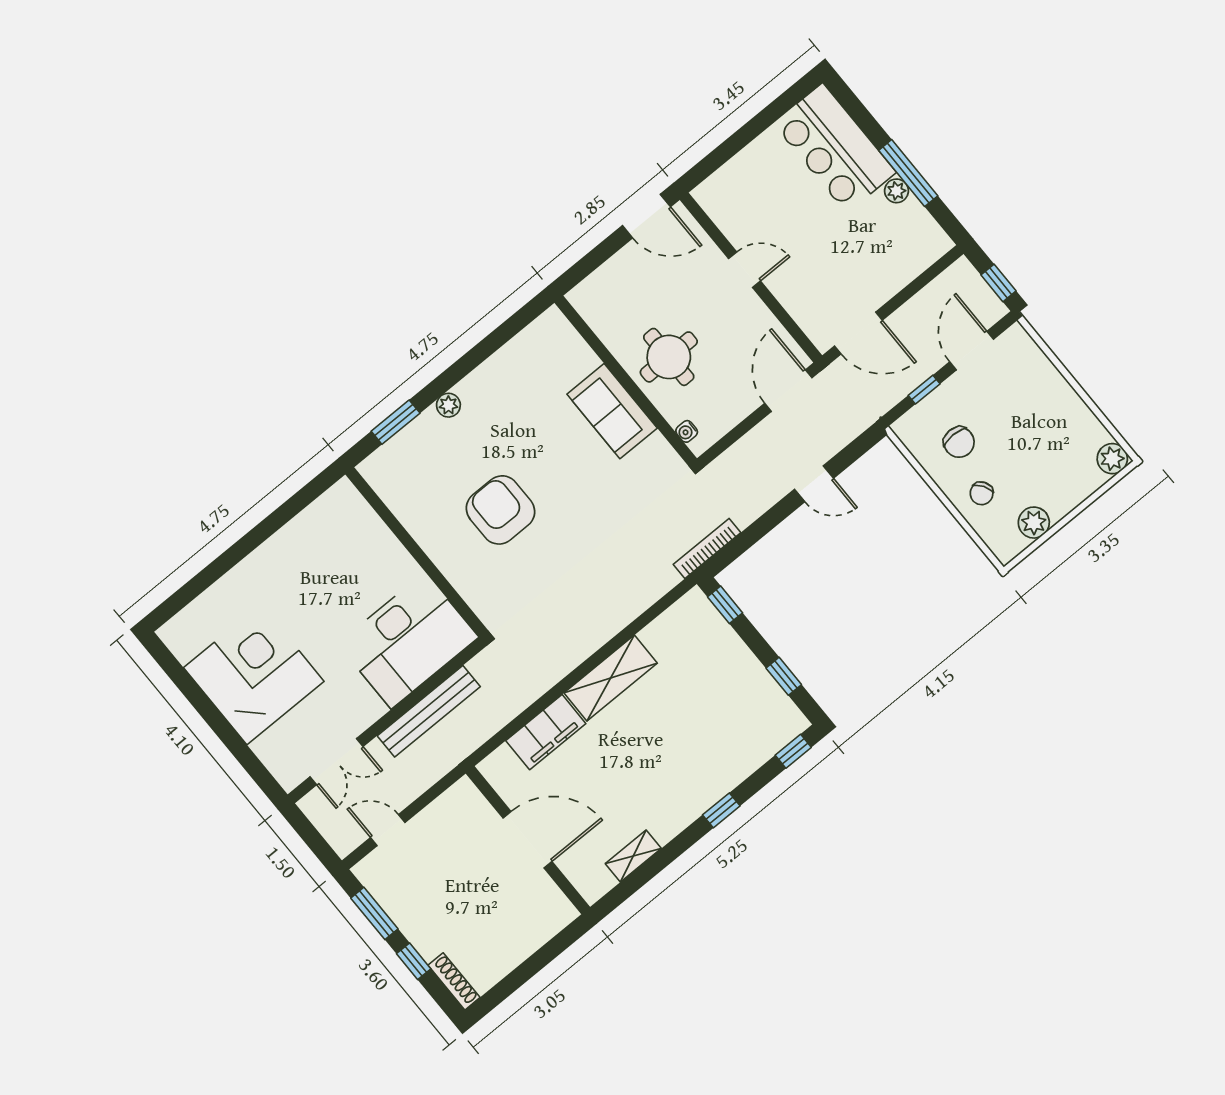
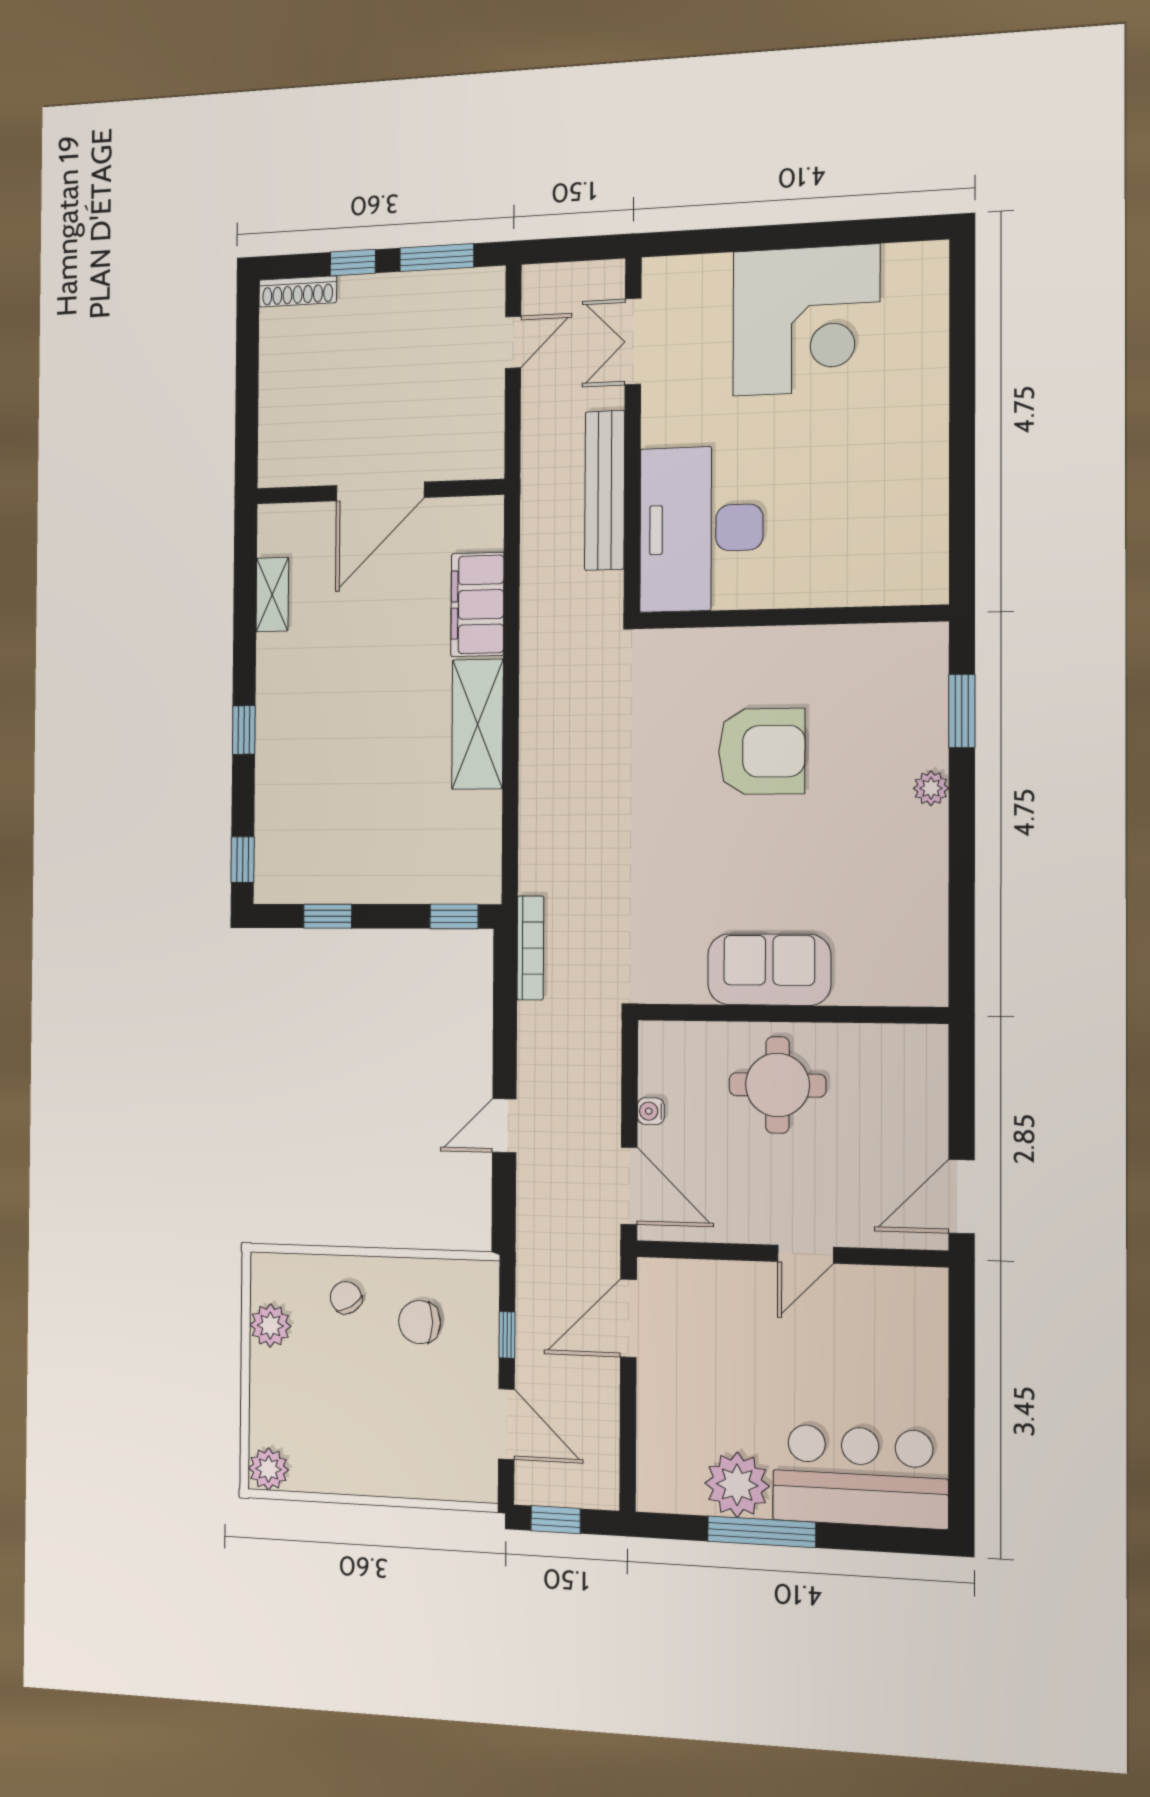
plant: (896, 191) -> (737, 1485), width x1.87, depth x1.87
water cooler: (687, 431) -> (651, 1111), moved, turned -90

